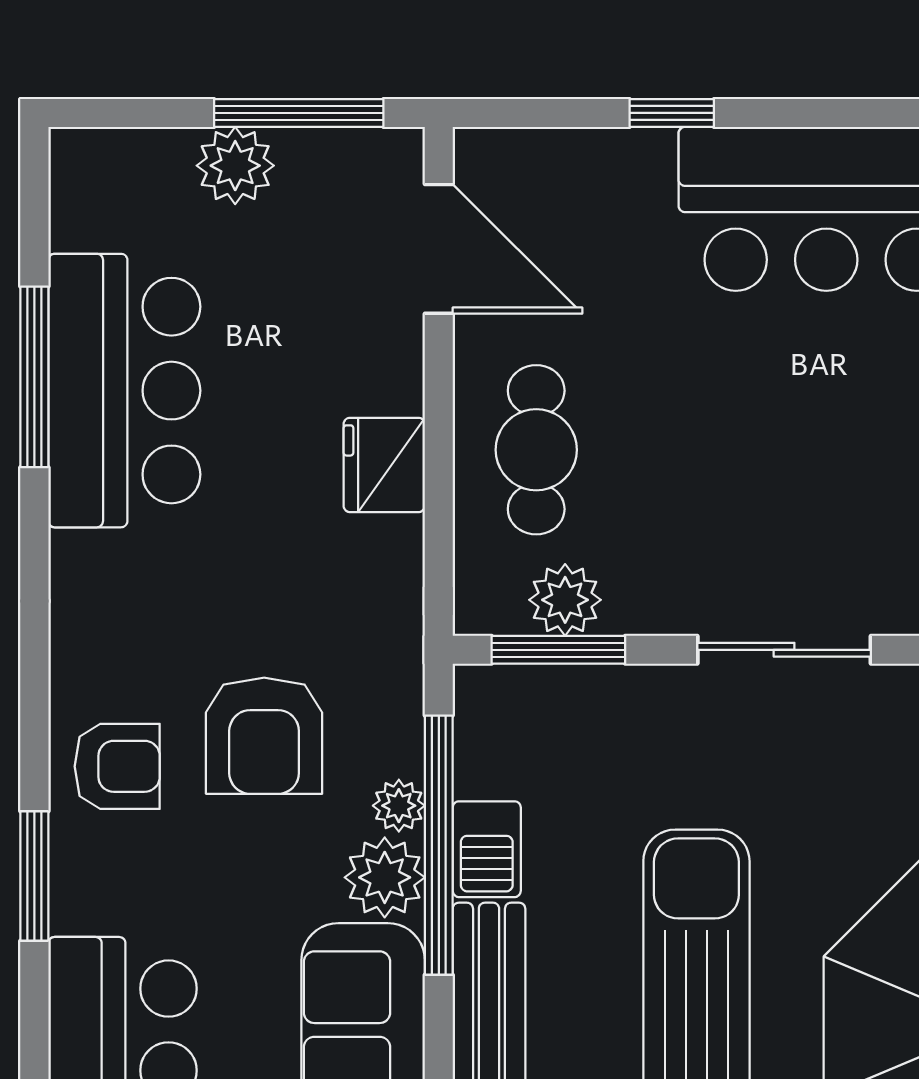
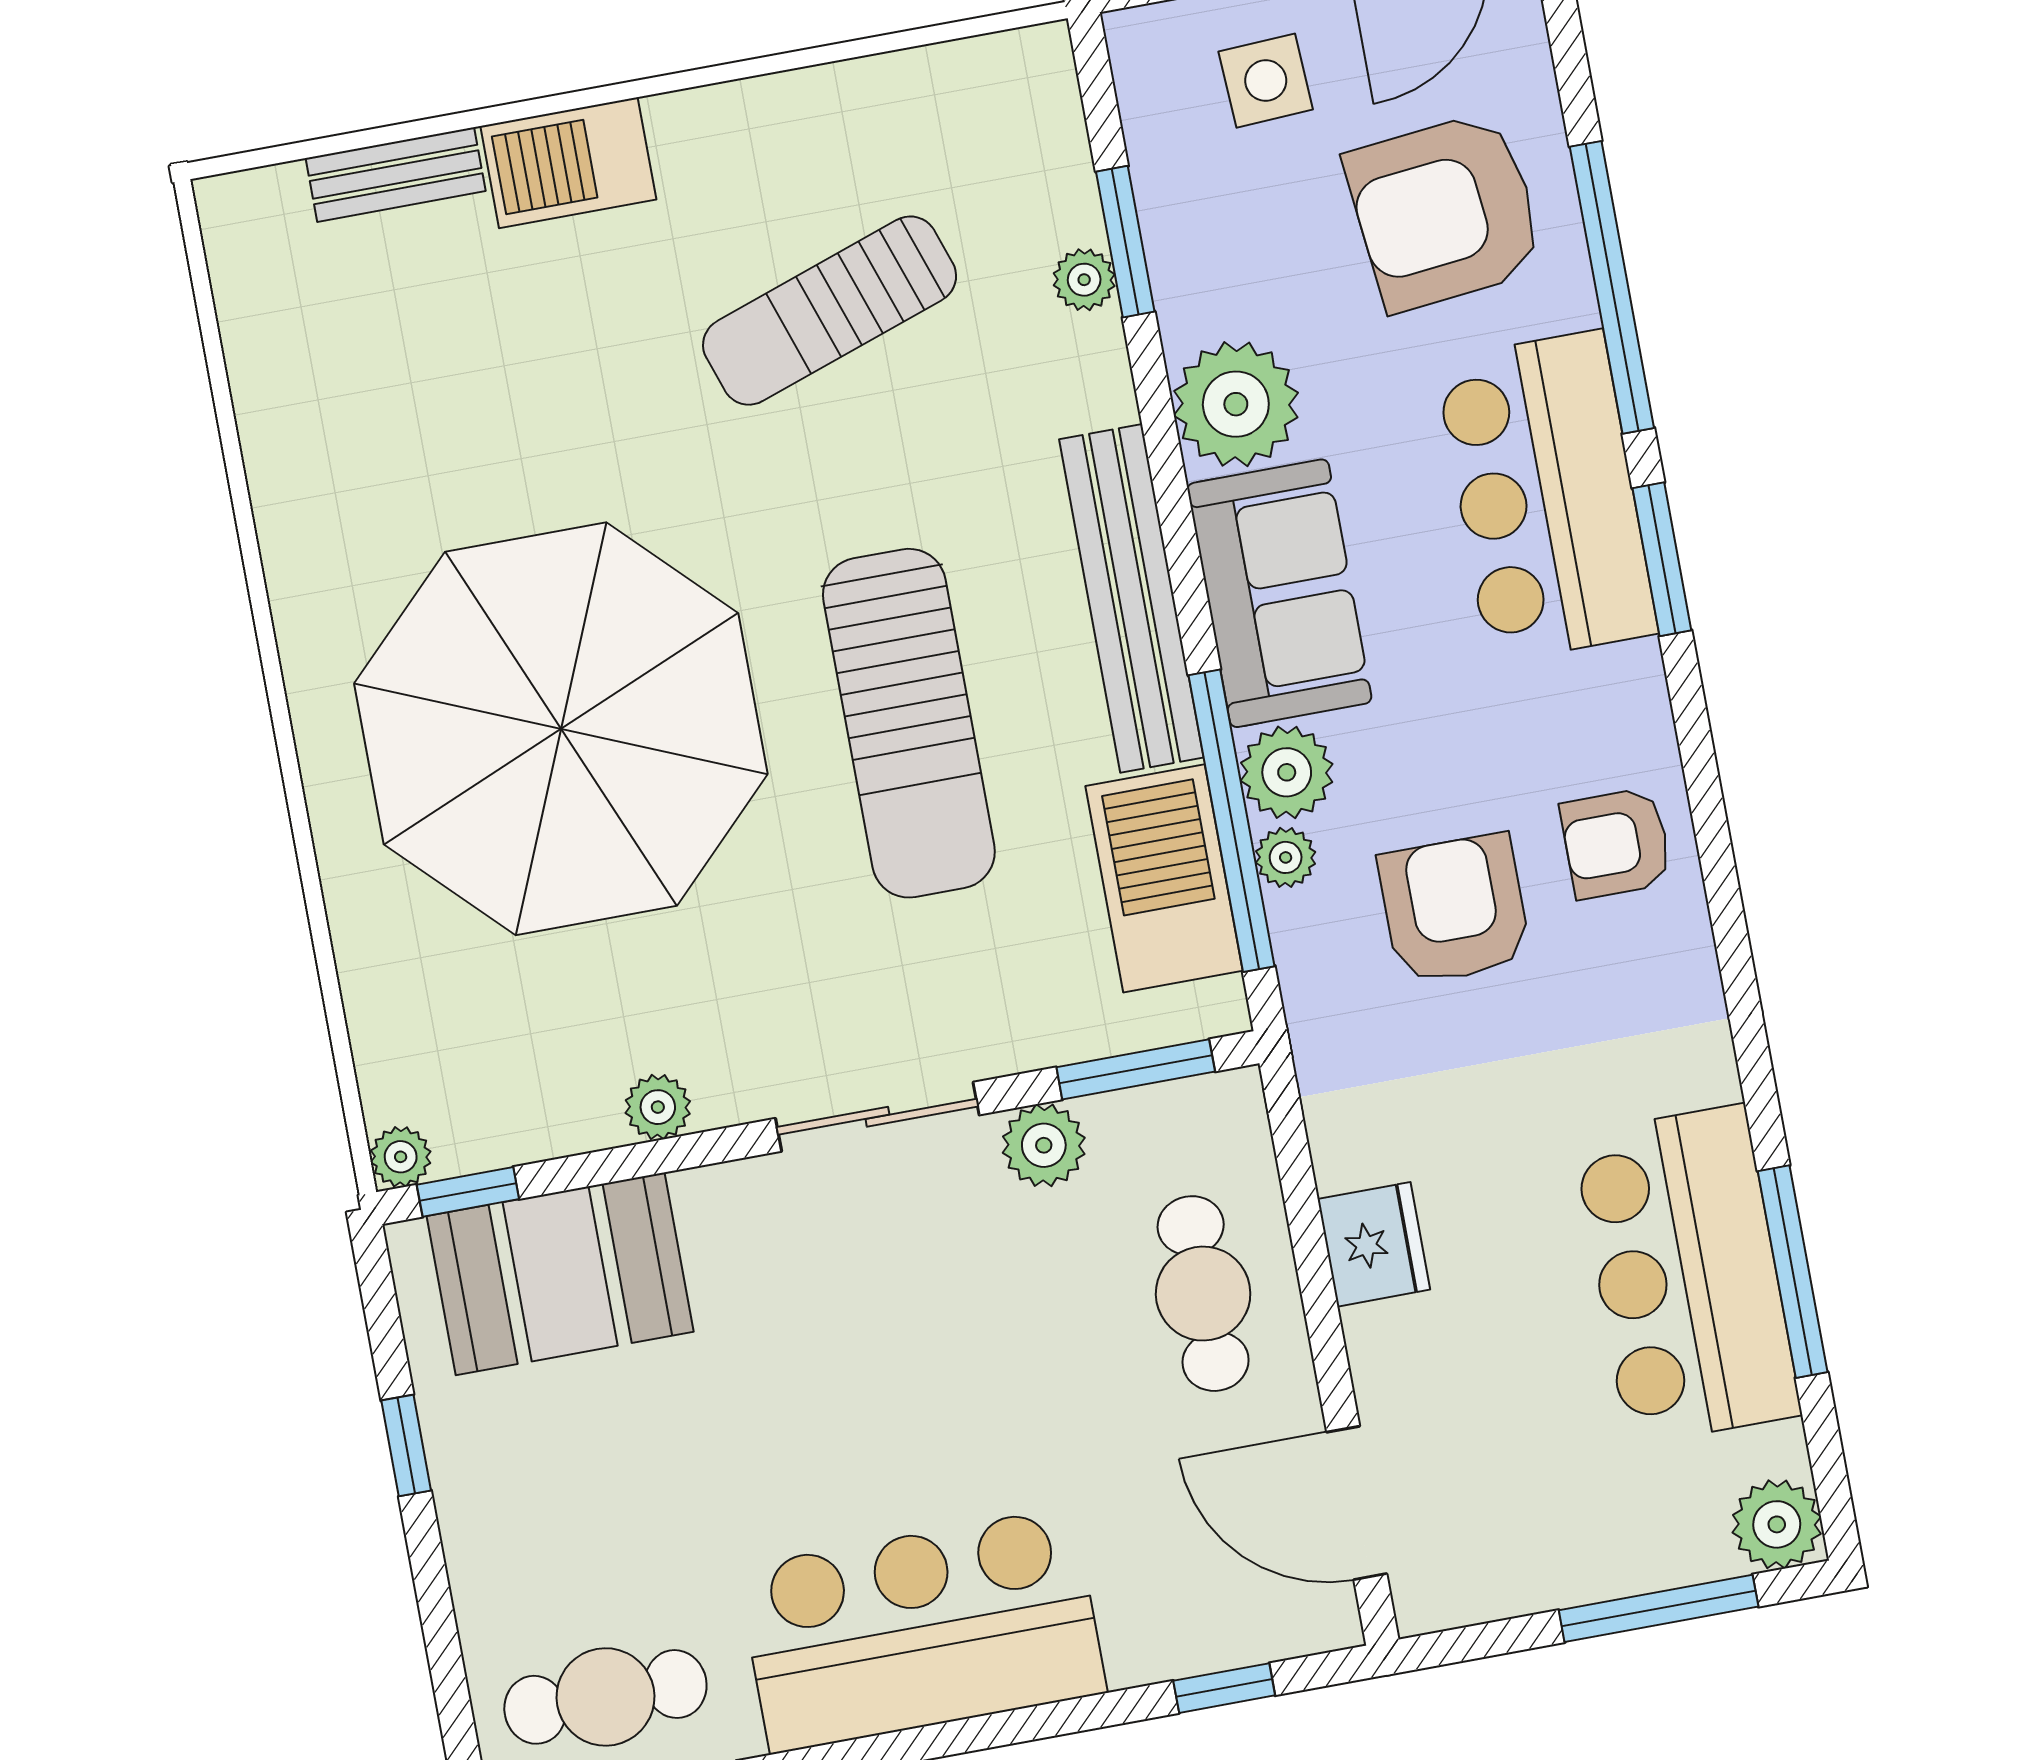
window: (299, 113) -> (1659, 1608), moved
window: (672, 113) -> (1224, 1688), moved
plant: (235, 166) -> (1777, 1524), moved
plant: (565, 600) -> (1044, 1145), moved
barbecue: (487, 849) -> (1164, 878), width x1.88, depth x1.53
window: (34, 876) -> (1662, 559), moved

